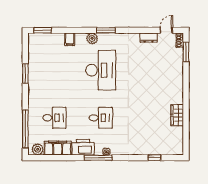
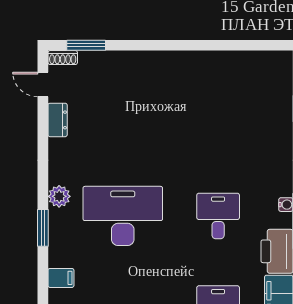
window: (106, 30) -> (43, 228), moved
plant: (92, 38) -> (59, 196), moved
wardrobe: (177, 115) -> (213, 63), removed

